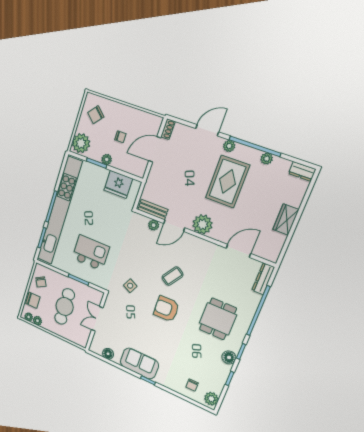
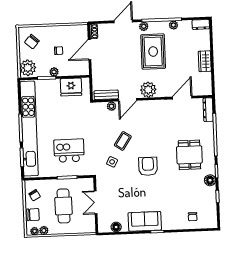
coffee table: (173, 276) -> (123, 141), moved
armchair: (166, 309) -> (148, 166), turned 91
plant: (211, 399) -> (211, 220), removed

